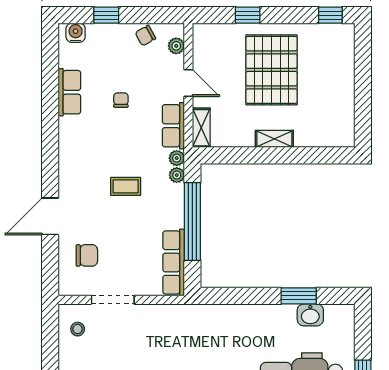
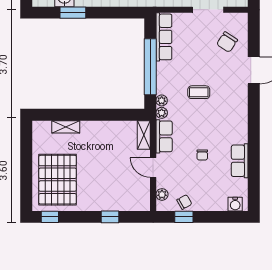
window: (106, 15) -> (184, 217), moved
pallet: (272, 70) -> (58, 180), moved
shelving: (274, 139) -> (66, 127), moved
chair: (87, 255) -> (227, 42), turned -57

